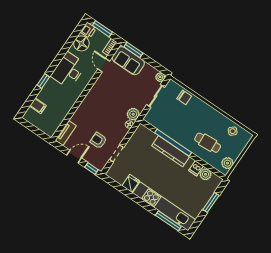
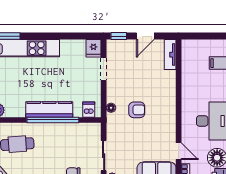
plant: (133, 114) -> (114, 121), removed
armchair: (98, 140) -> (137, 110), moved
dishwasher: (196, 168) -> (89, 110), moved
fridge: (131, 183) -> (93, 48), moved

